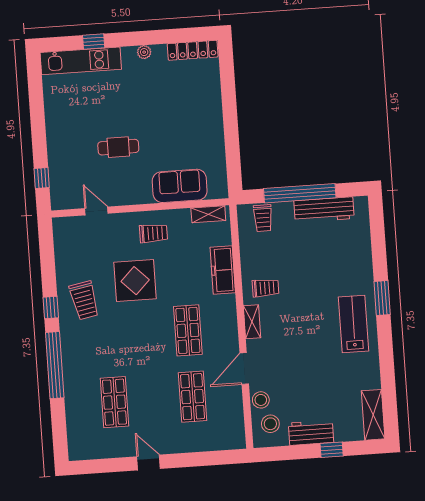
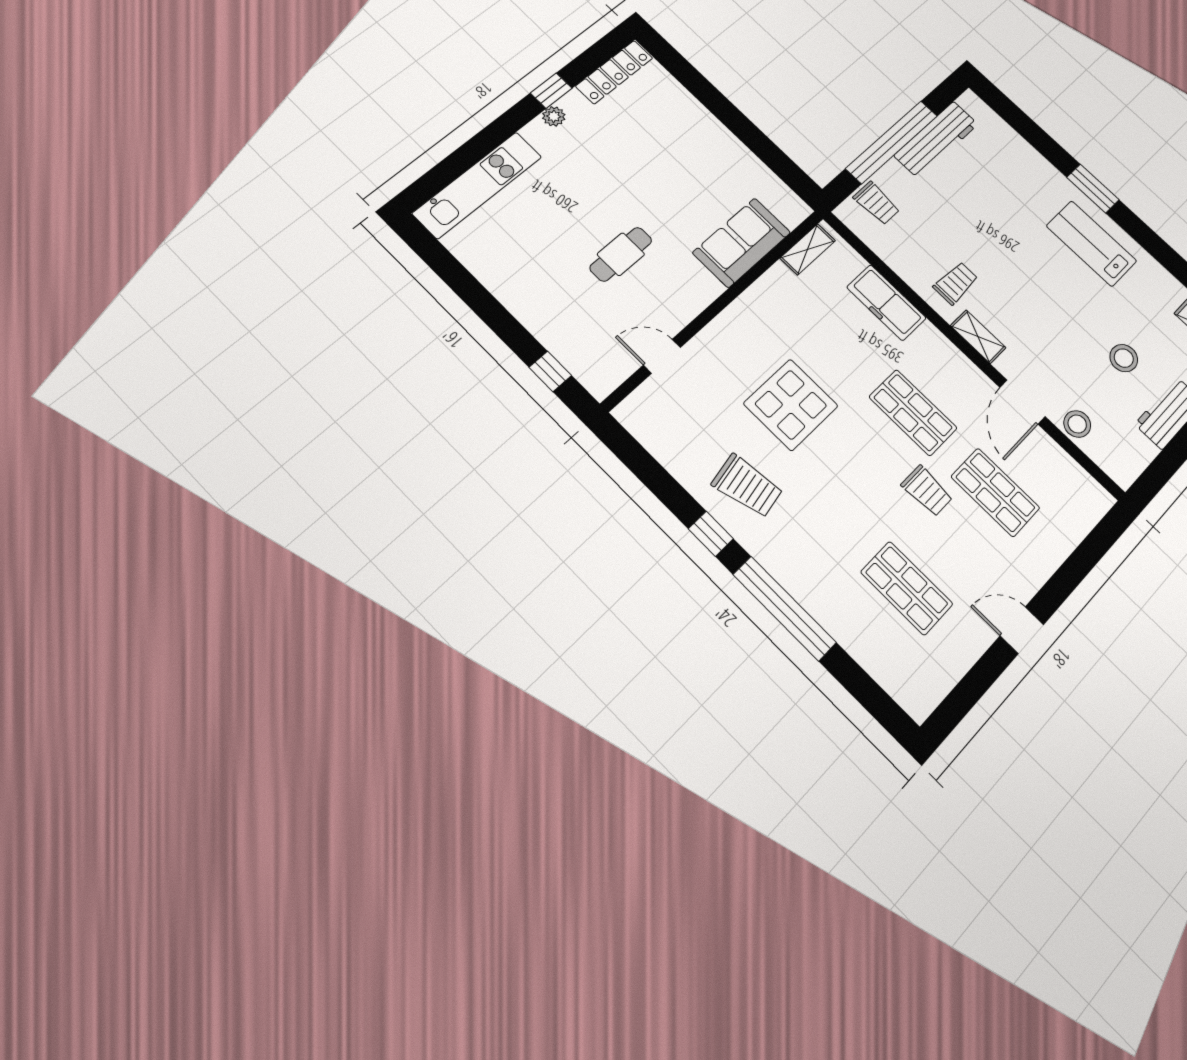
window: (94, 42) -> (551, 91), moved
trolley: (153, 233) -> (927, 491), moved, turned 90
stool: (270, 424) -> (1124, 358), moved

